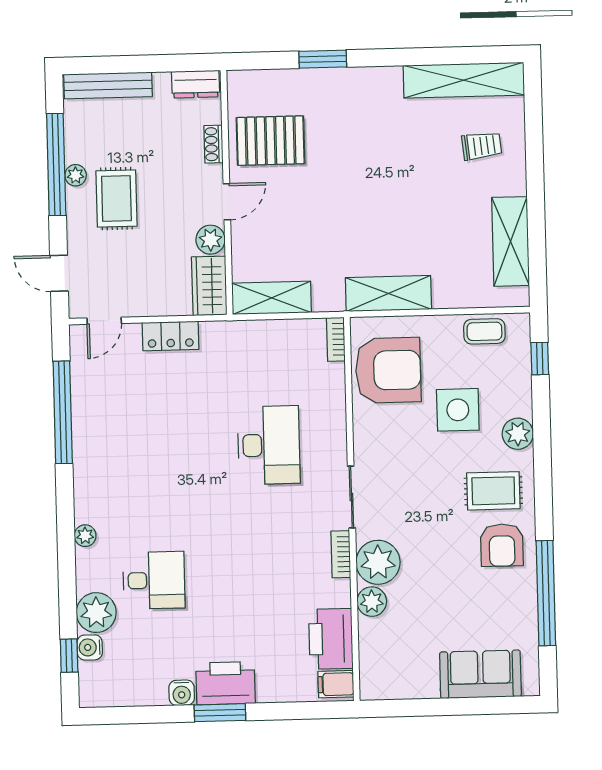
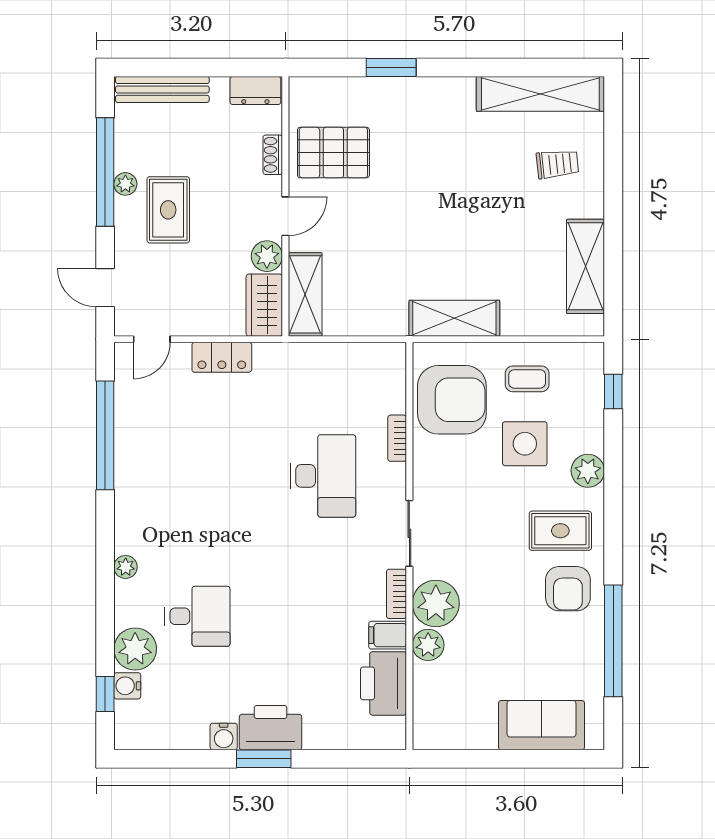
shelving: (272, 298) -> (305, 294), moved, turned 90
coffee table: (484, 331) -> (527, 379), moved
bookcase: (336, 339) -> (397, 438), moved
filing cabinet: (336, 684) -> (388, 635), moved

